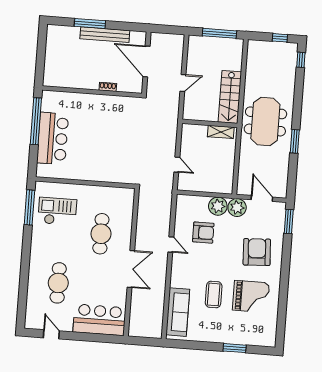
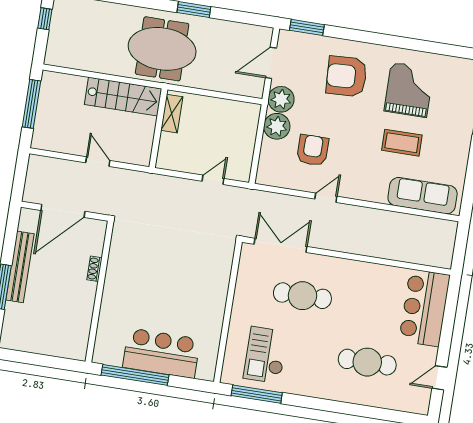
double door: (131, 269) -> (281, 245), moved

